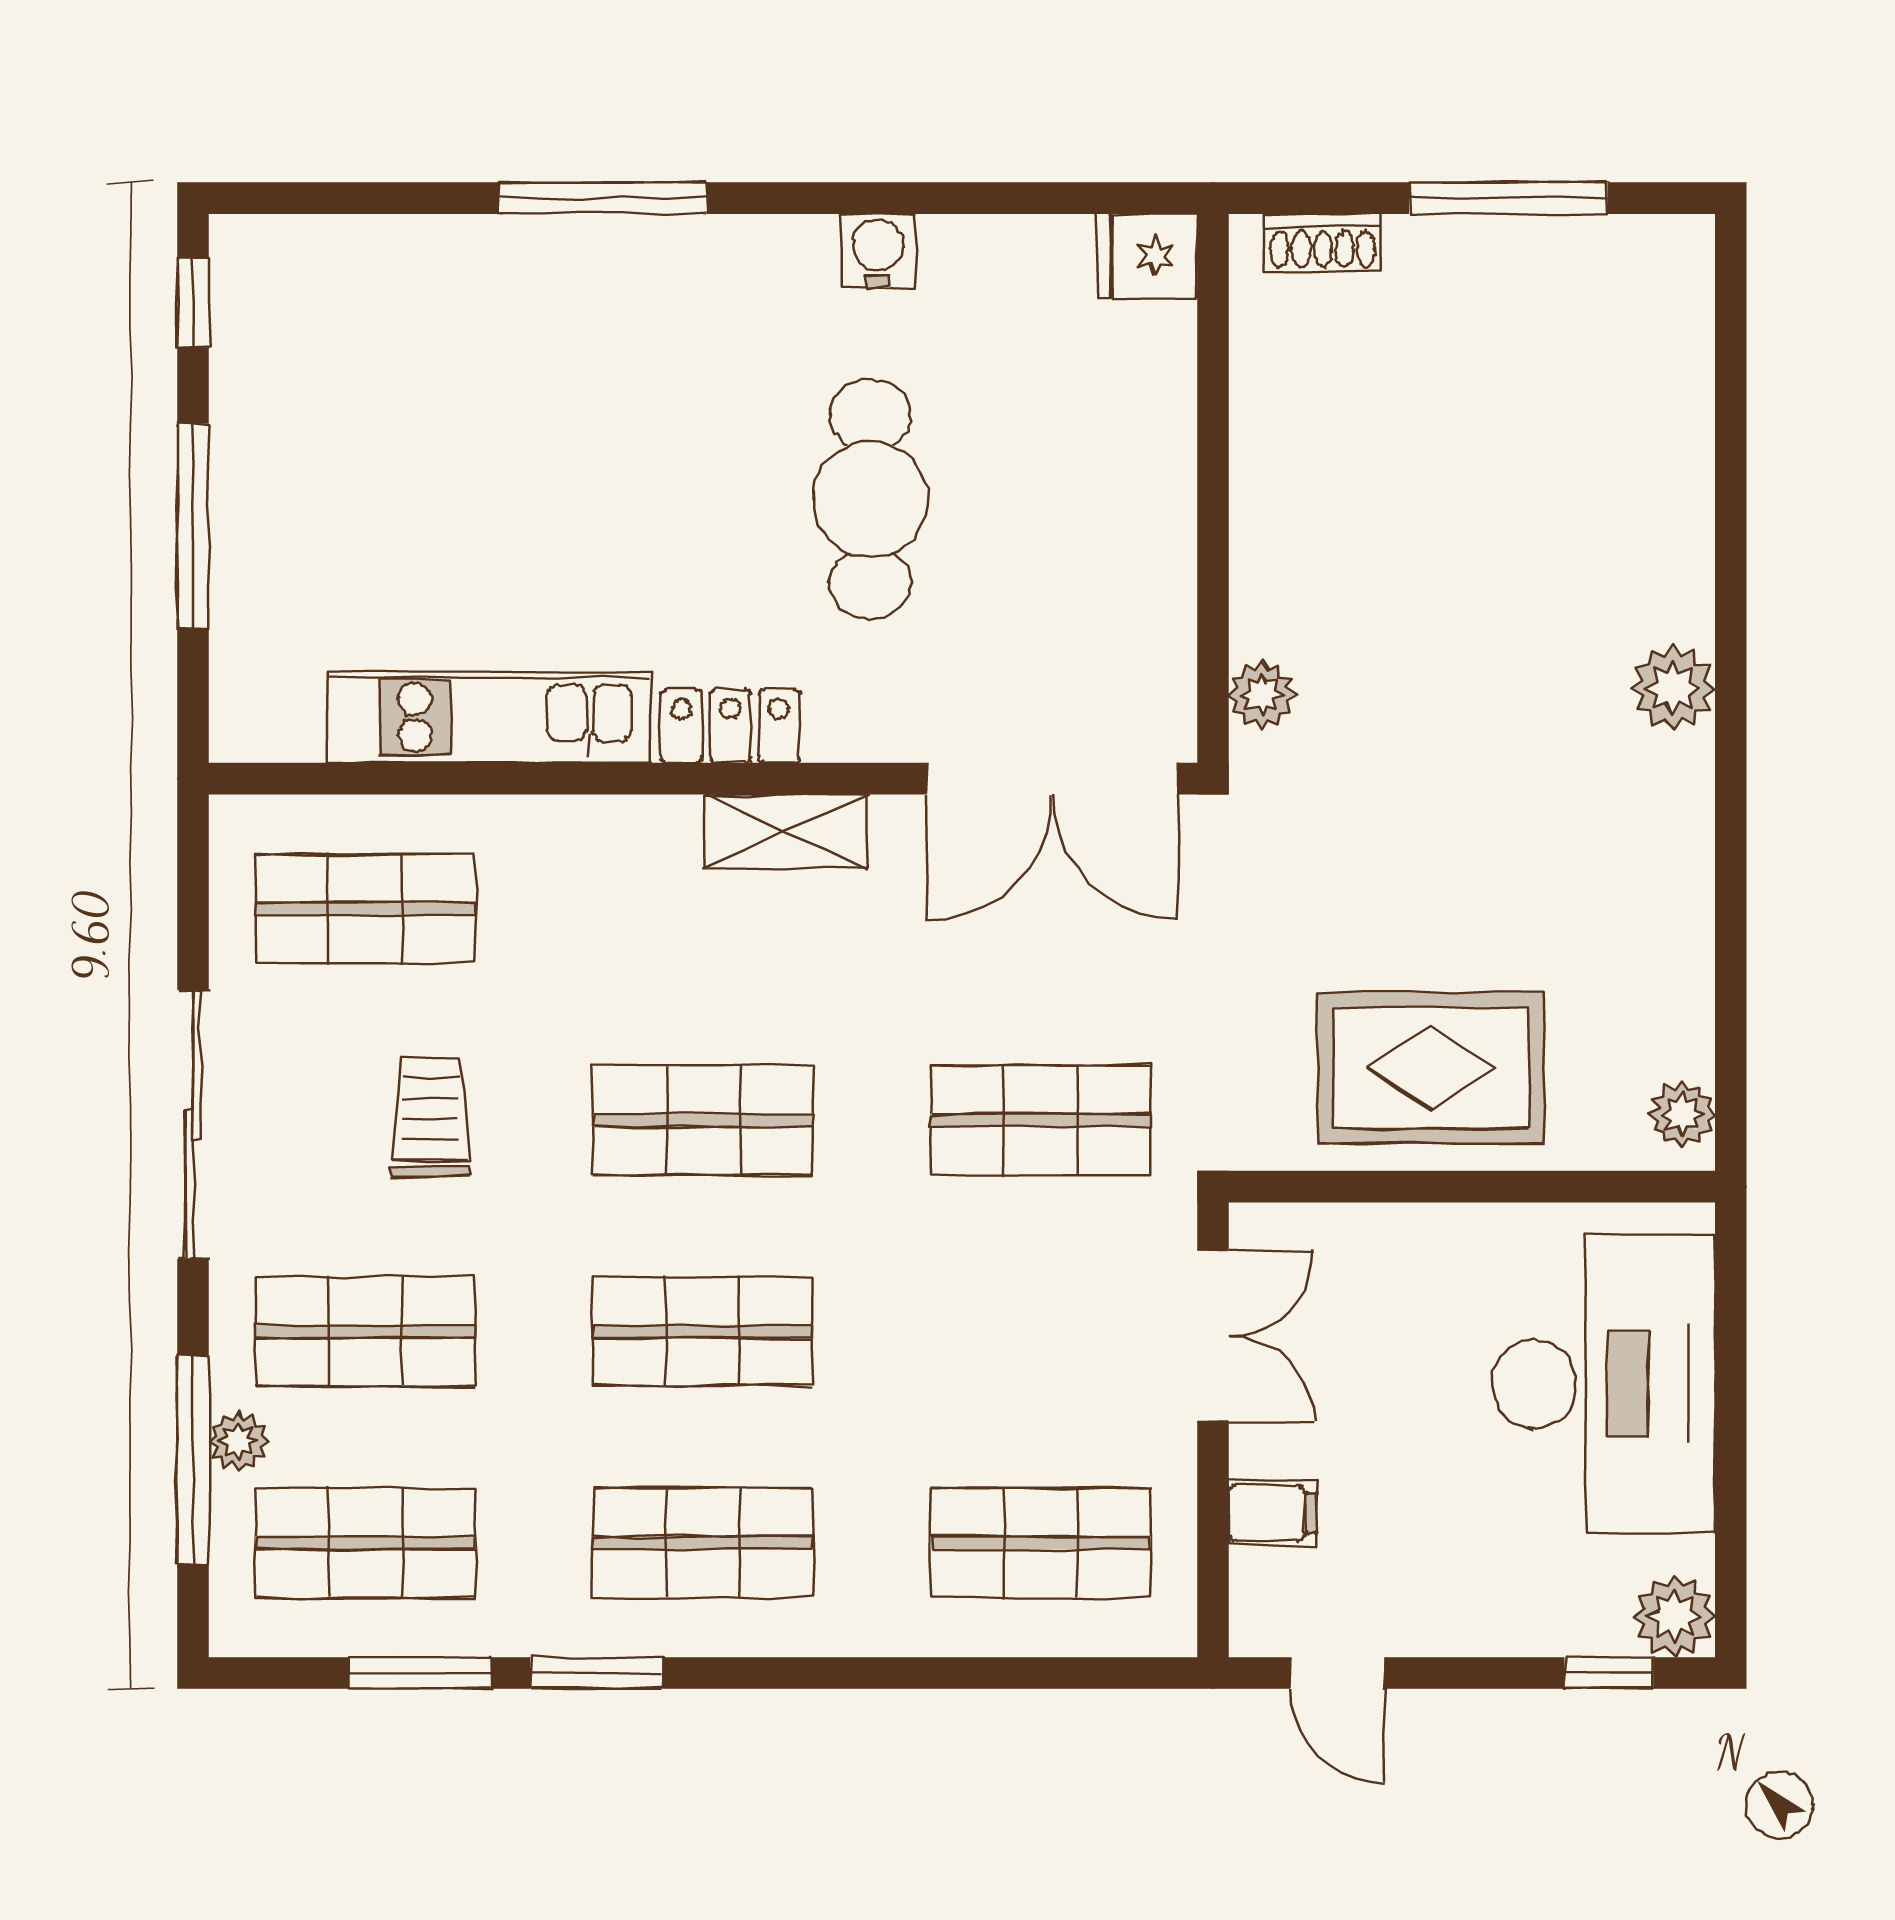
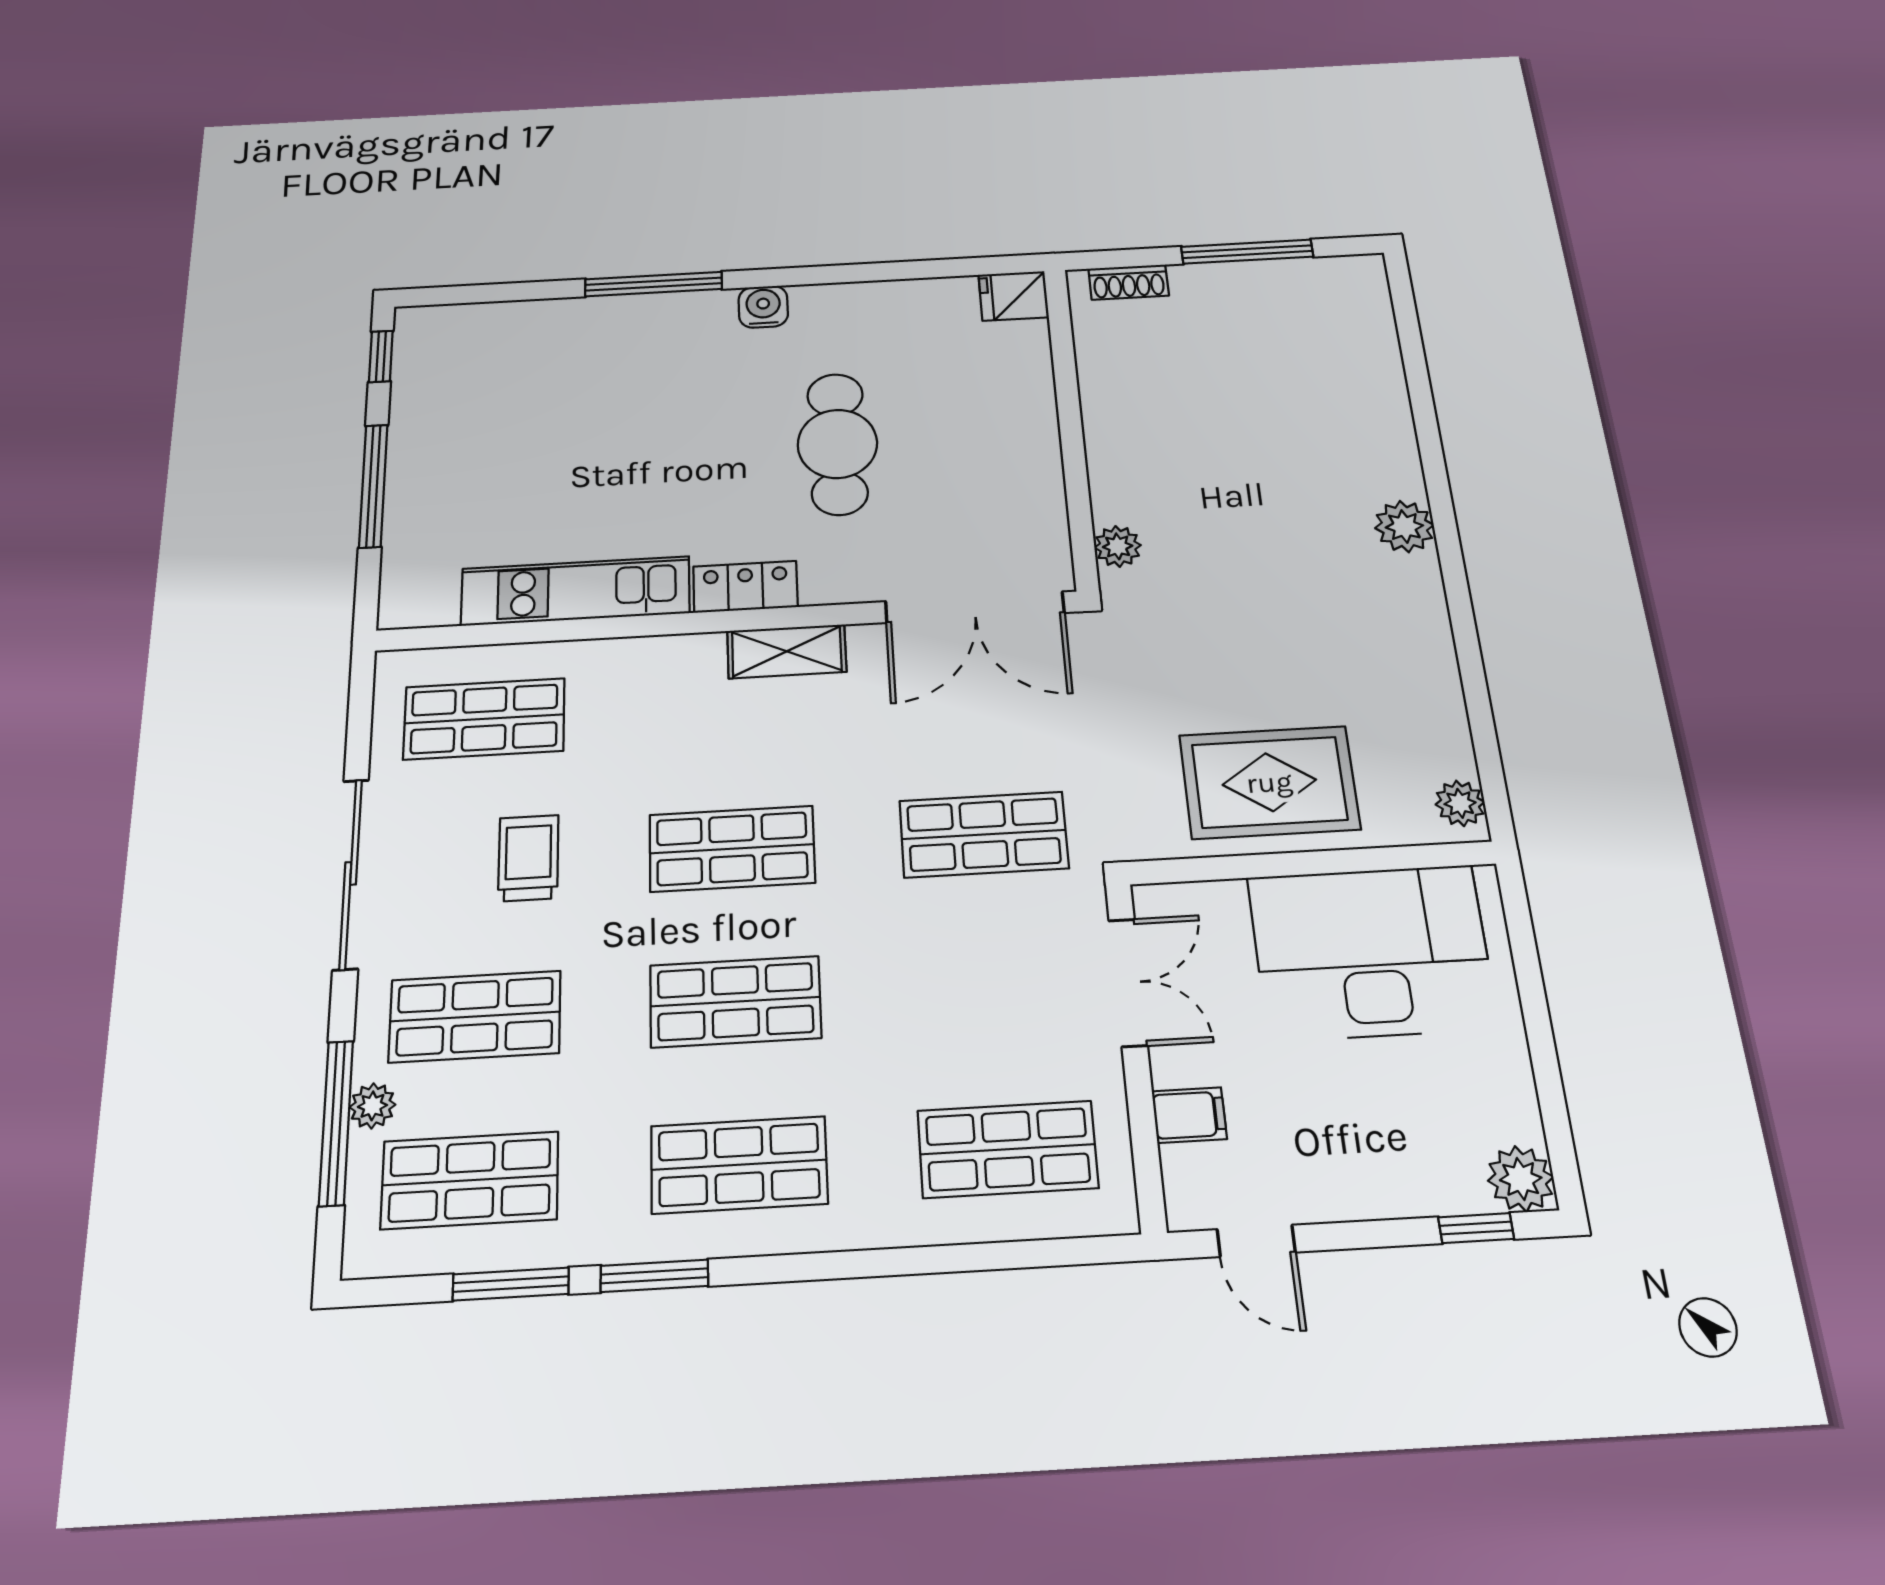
water cooler: (878, 251) -> (763, 307), moved
desk: (1603, 1384) -> (1372, 952), moved, turned -90

